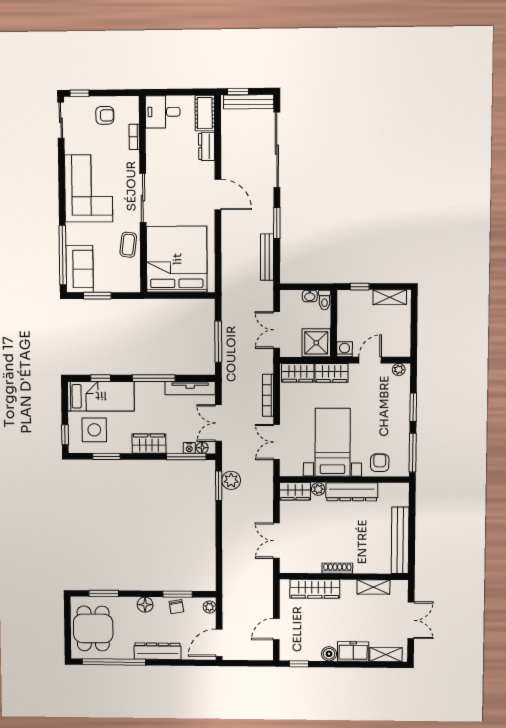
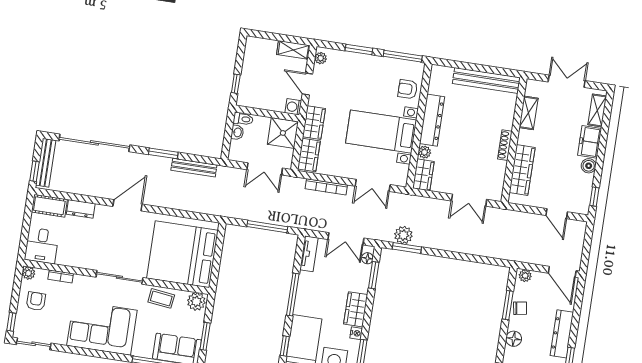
plant: (132, 103) -> (29, 273), added
plant: (131, 281) -> (196, 302), added
shelving: (390, 297) -> (293, 50), moved, turned 90
tv unit: (190, 388) -> (309, 254), width x0.71
nightstand: (189, 448) -> (356, 333), moved
window: (186, 457) -> (374, 275), width x0.69

